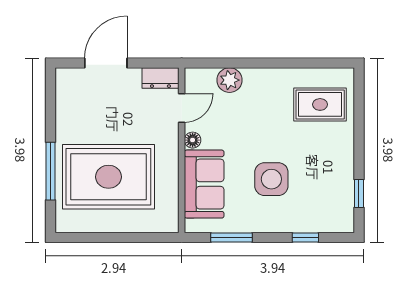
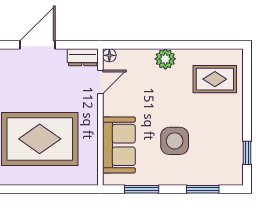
plant: (229, 80) -> (165, 59), moved
floor lamp: (193, 140) -> (109, 55), moved
window: (305, 237) -> (203, 189), width x1.50

